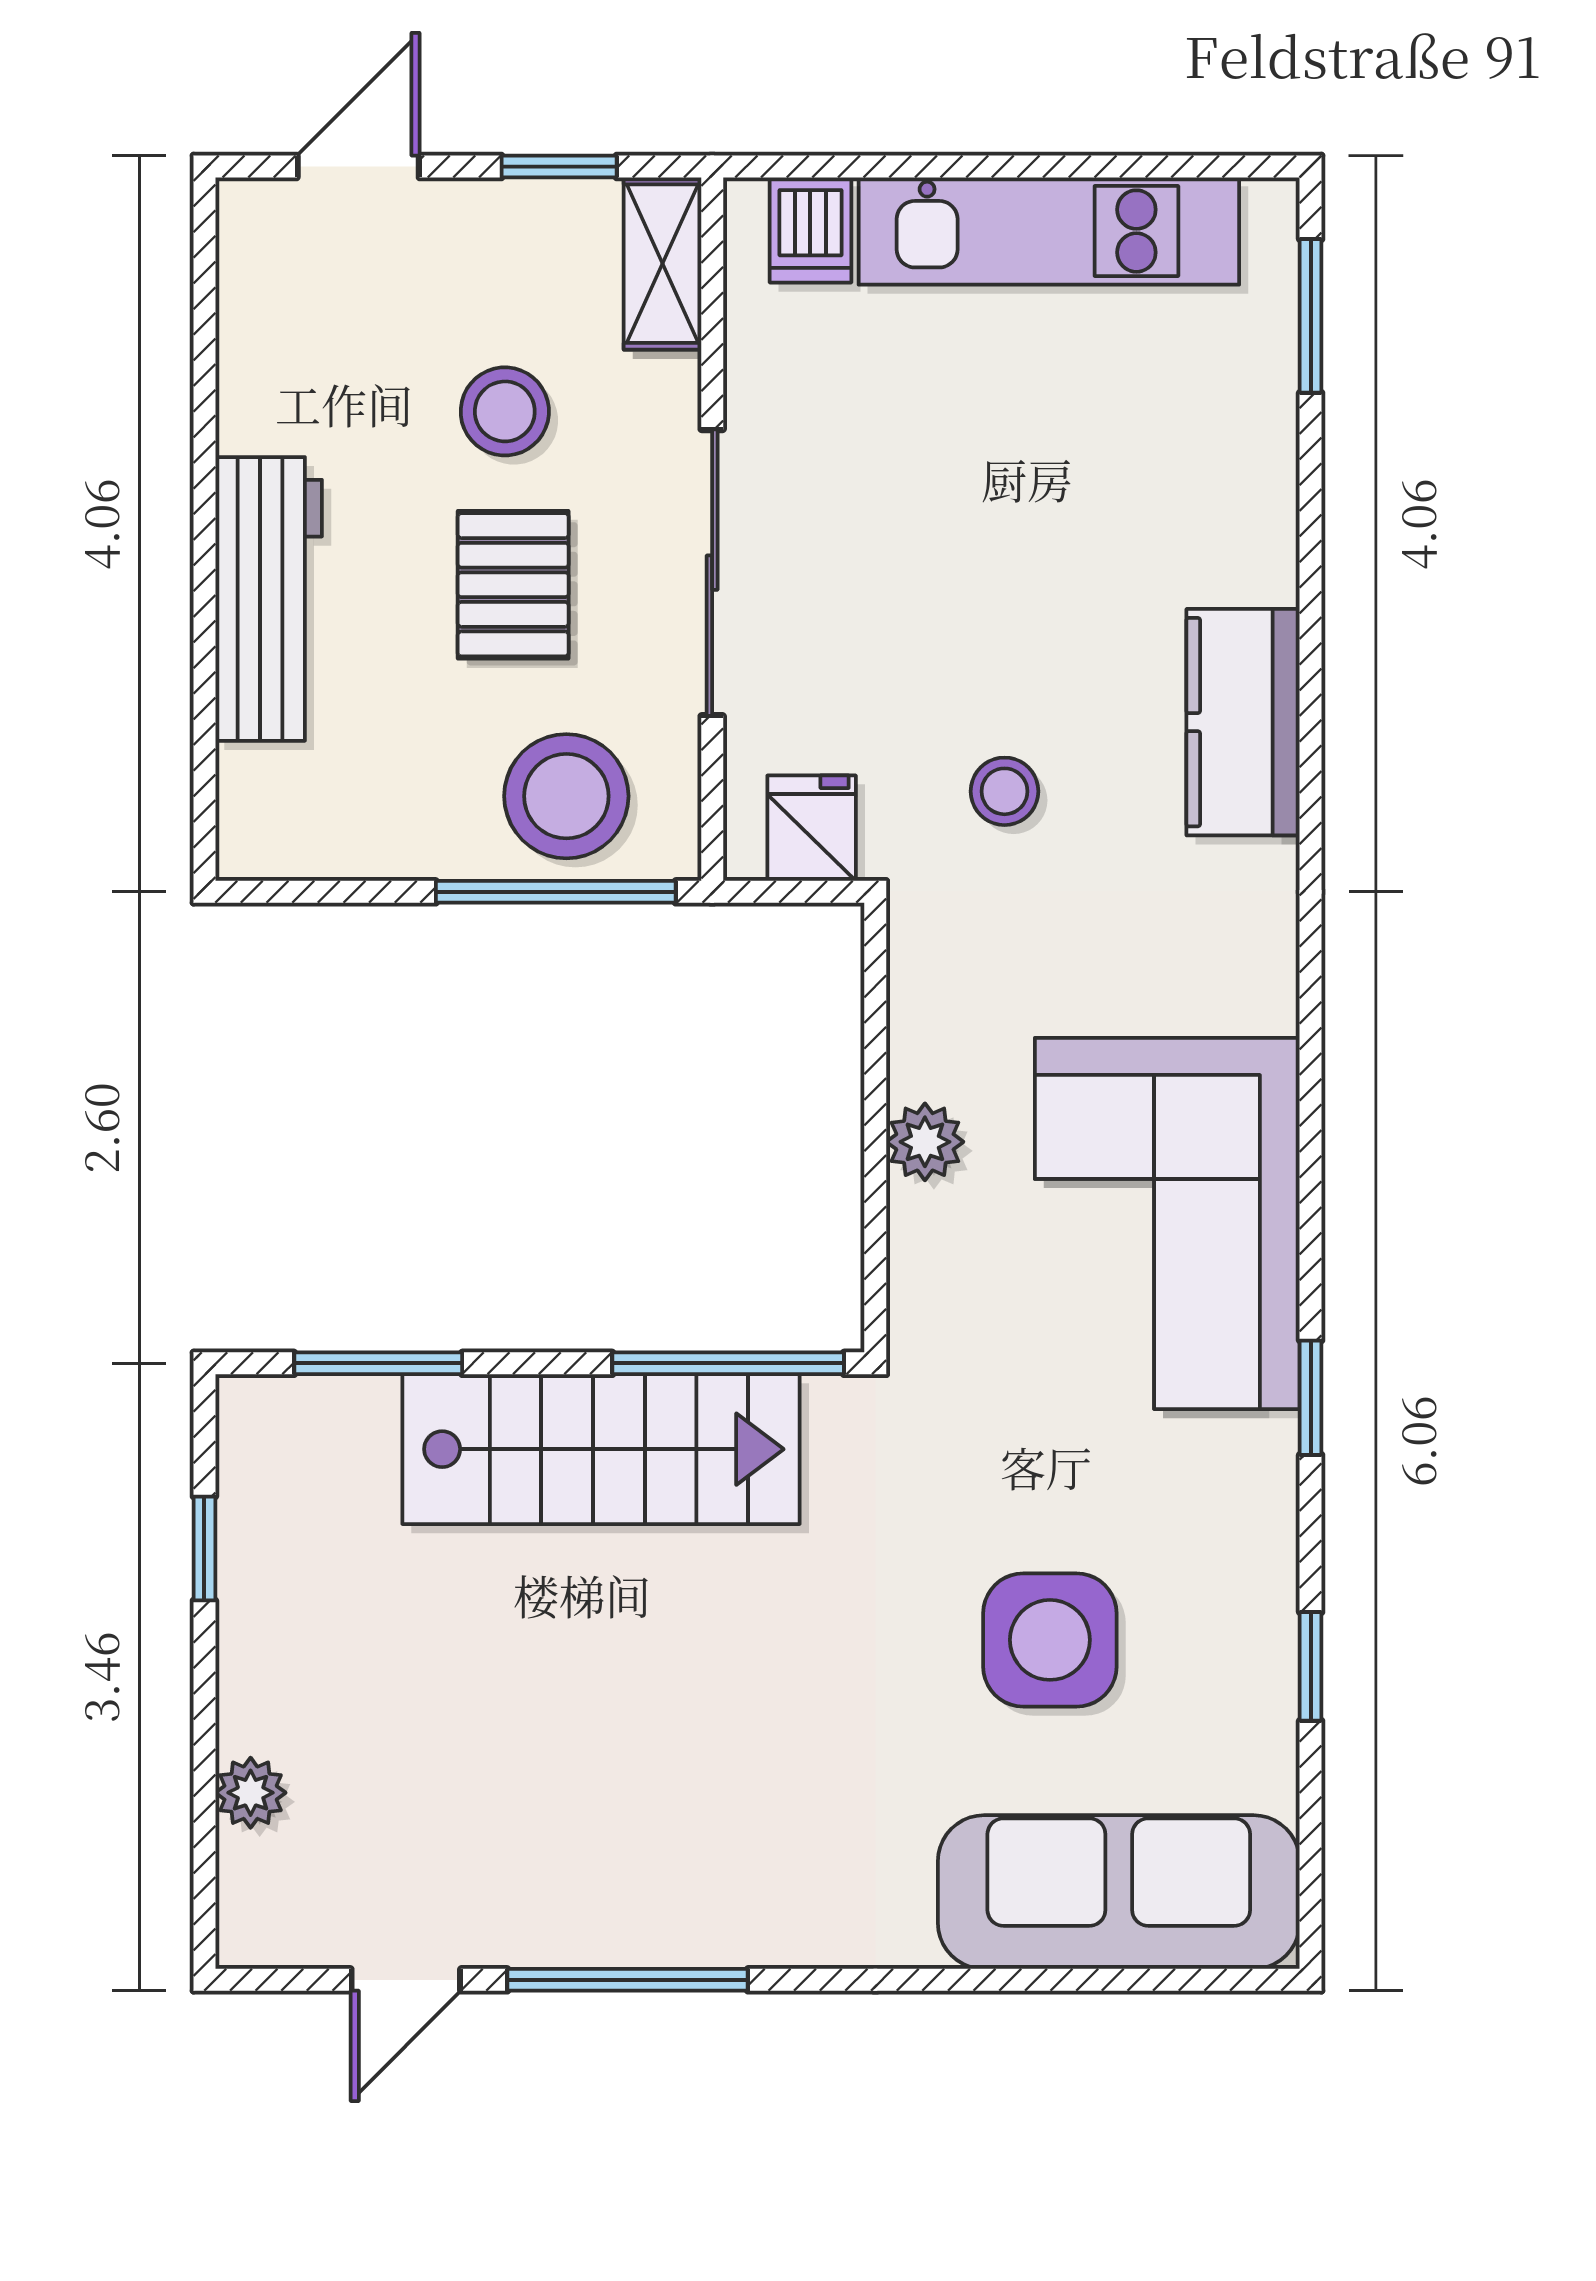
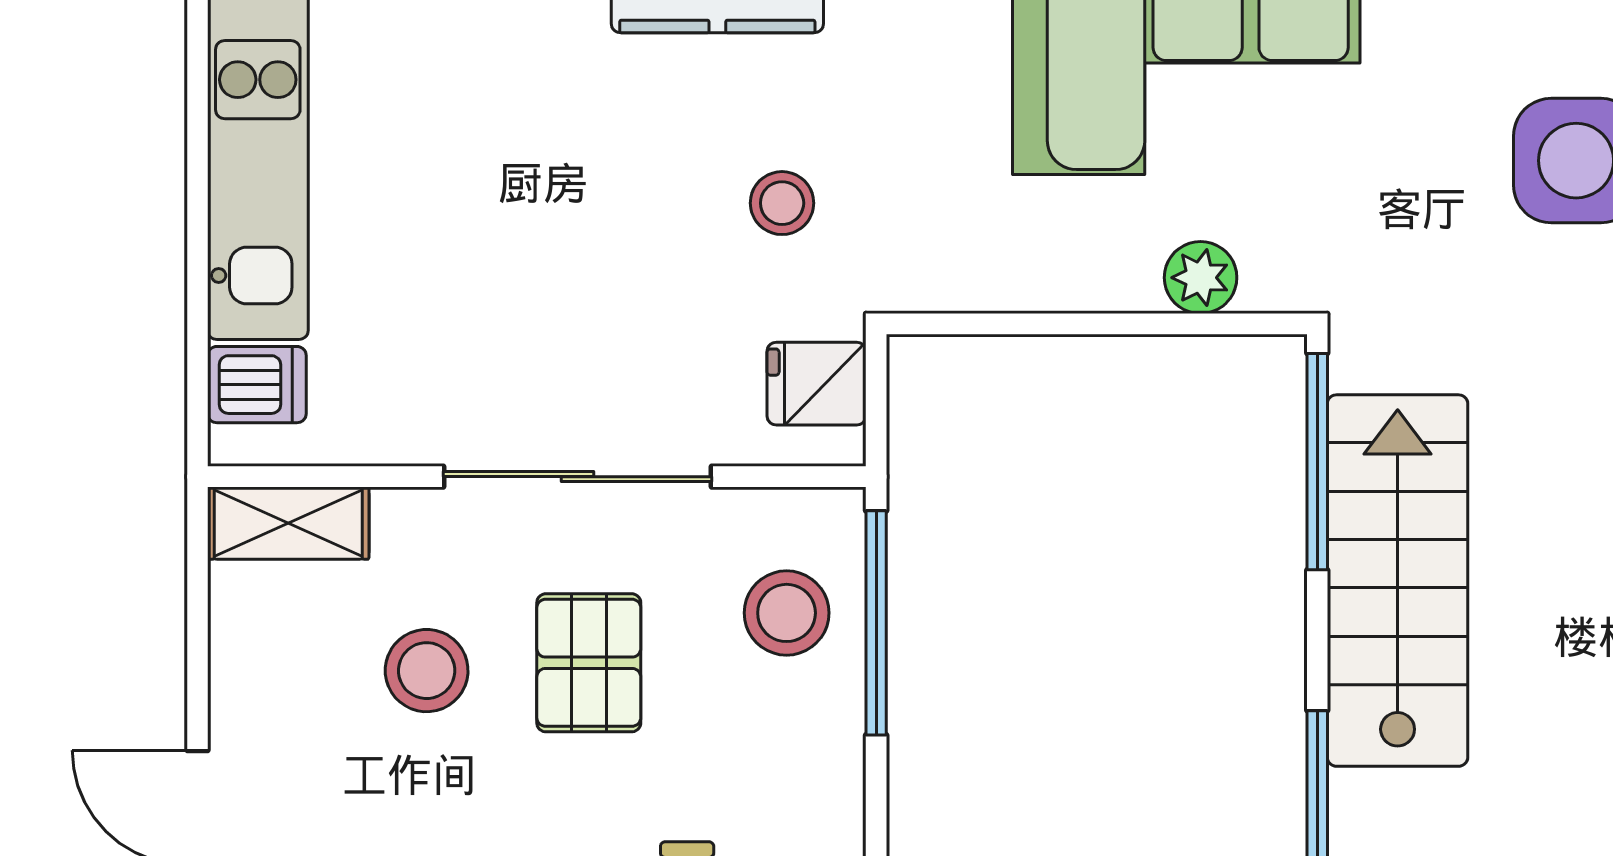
window: (559, 167) -> (197, 620), removed
pallet: (513, 585) -> (589, 663), turned 90
stool: (566, 796) -> (787, 613), width x0.73, depth x0.73
plant: (925, 1142) -> (1201, 278), moved

